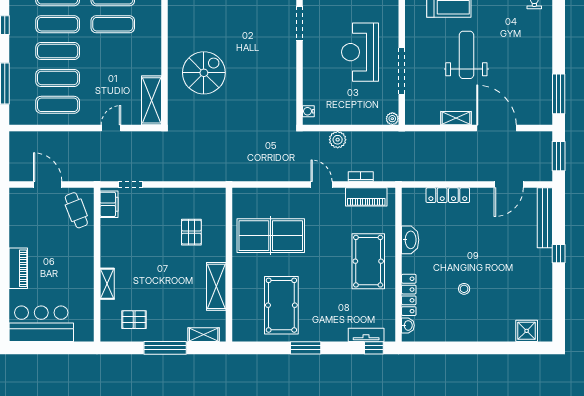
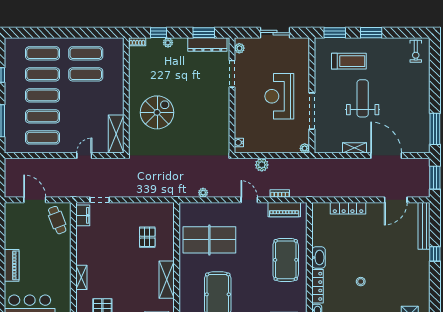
plant: (263, 175) -> (203, 193), added
washbasin: (410, 240) -> (319, 258), moved

